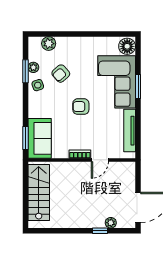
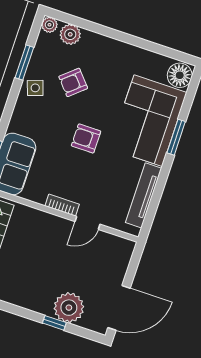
plant: (33, 67) -> (49, 25), moved
plant: (111, 223) -> (69, 308), width x1.88, depth x1.88

